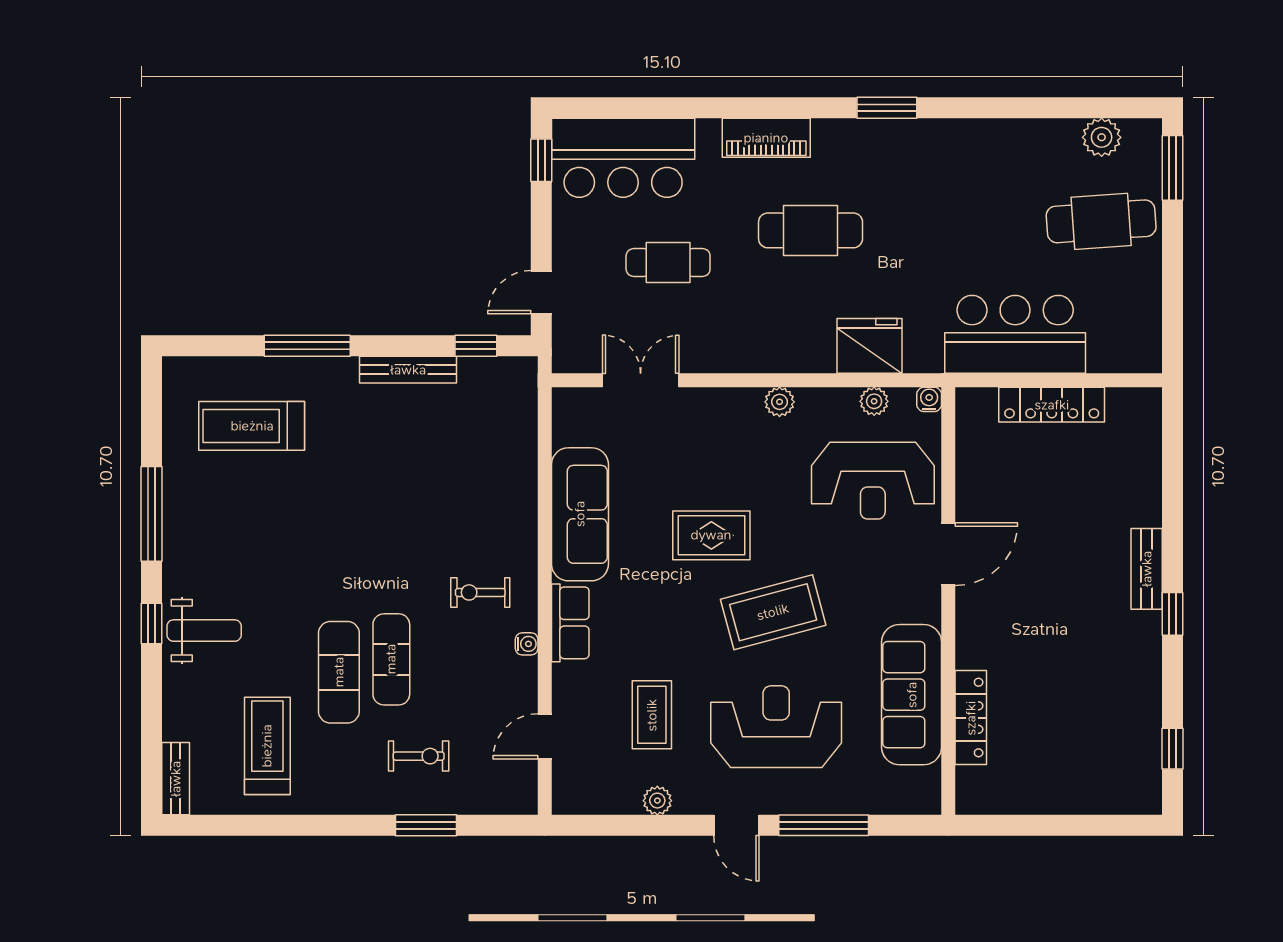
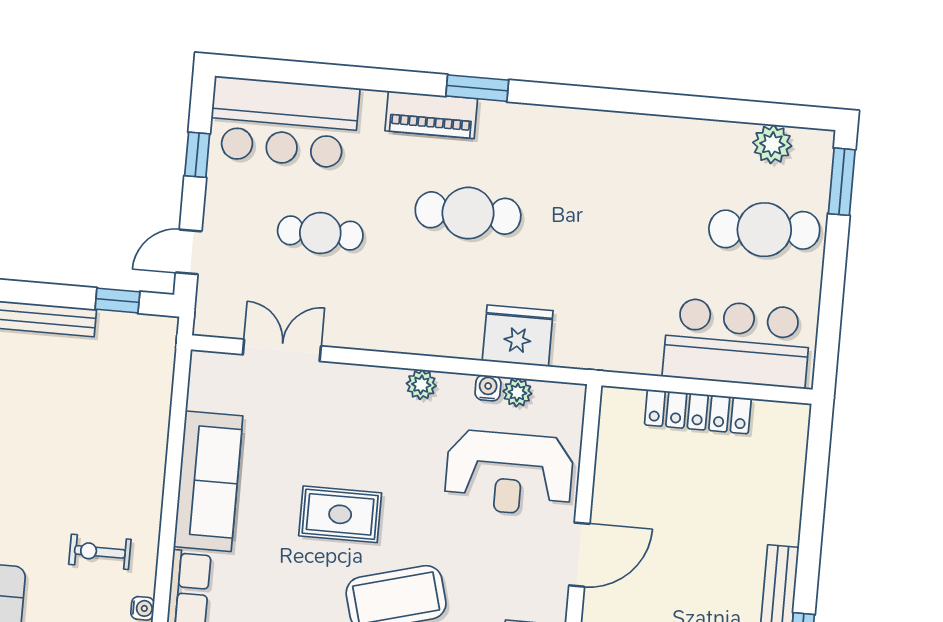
window: (887, 108) -> (477, 88), moved
window: (541, 160) -> (197, 155), moved
bar counter: (1015, 334) -> (737, 343), moved
water cooler: (929, 399) -> (488, 388), moved

